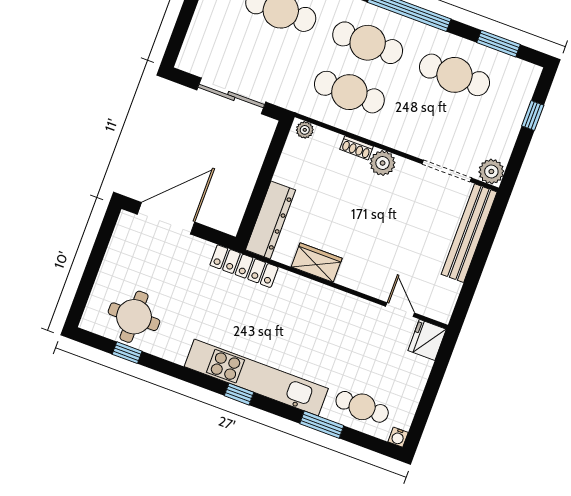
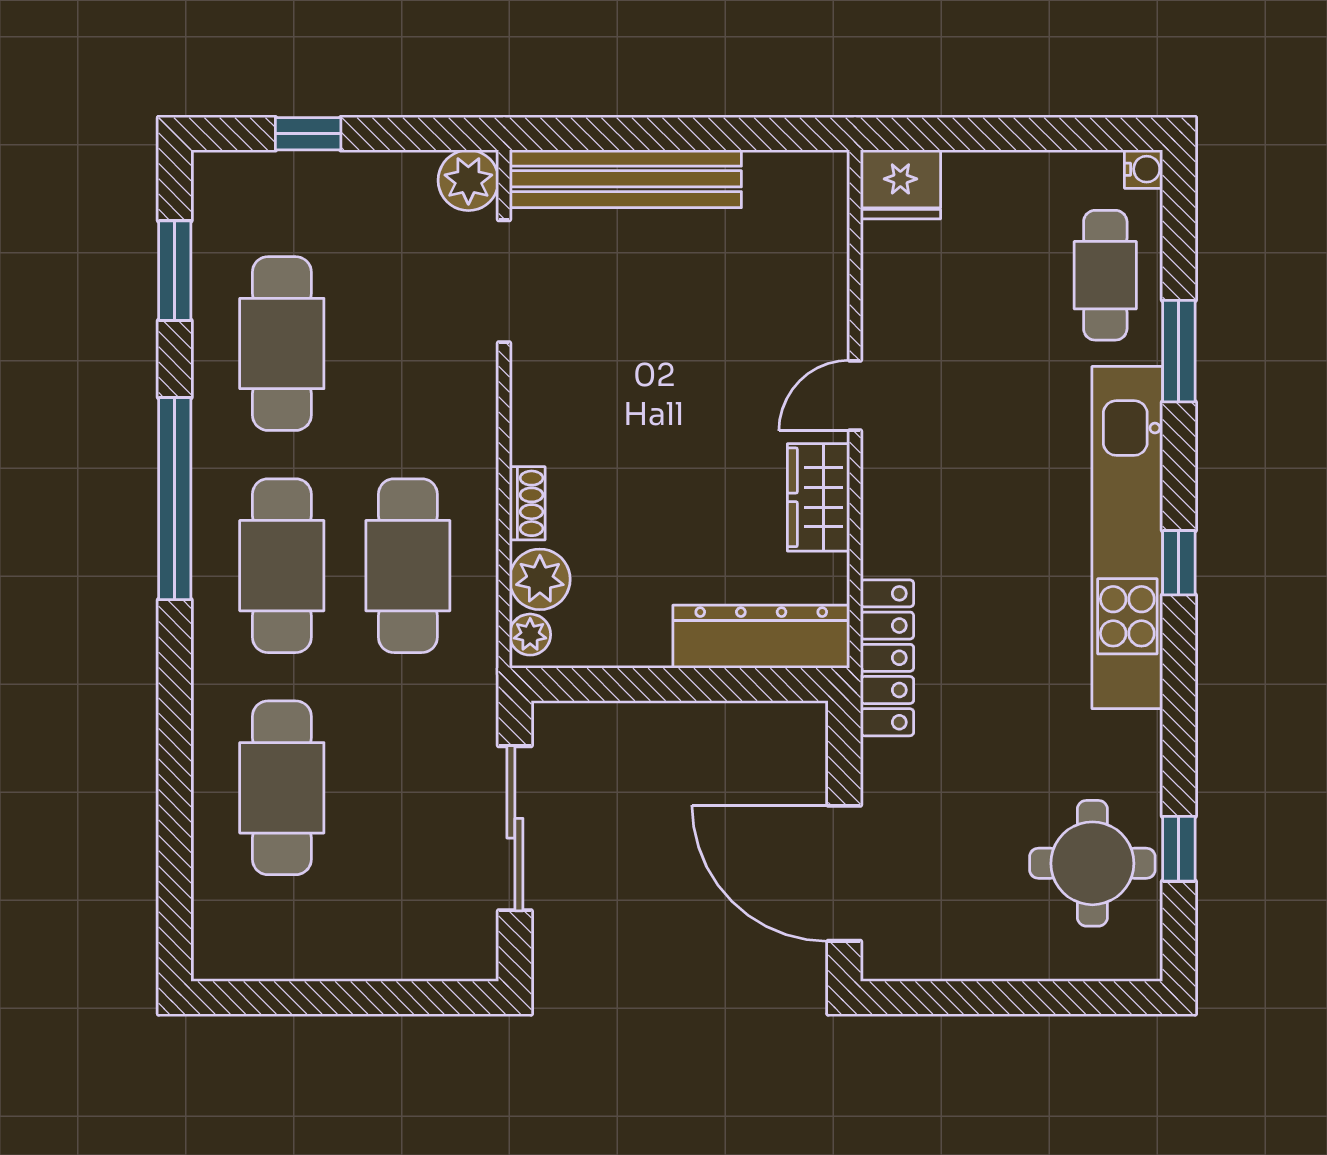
plant: (383, 163) -> (540, 579), moved
door: (400, 310) -> (855, 396), moved

